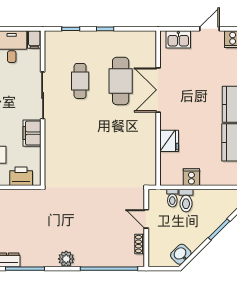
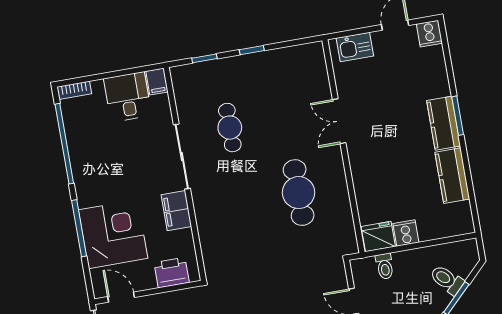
cafe table: (121, 81) -> (299, 193), moved
double door: (158, 90) -> (339, 121), width x0.73
fridge: (169, 141) -> (378, 237), moved, turned -90
toilet: (186, 201) -> (447, 280), moved, turned 135

